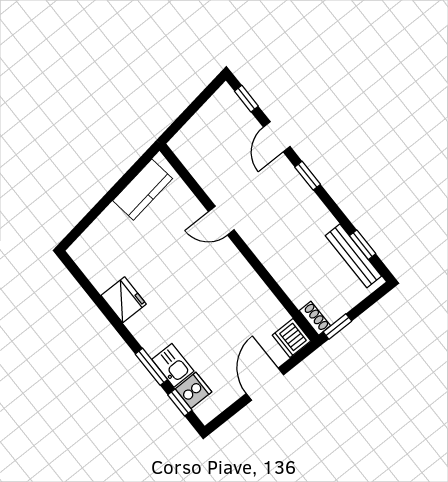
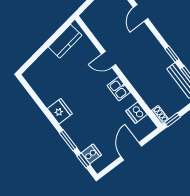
window: (308, 176) -> (172, 54), moved
fridge: (124, 300) -> (60, 111), moved
dishwasher: (292, 338) -> (137, 113), moved
kitchen sink: (173, 365) -> (119, 89), moved, turned 180

